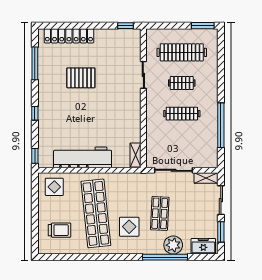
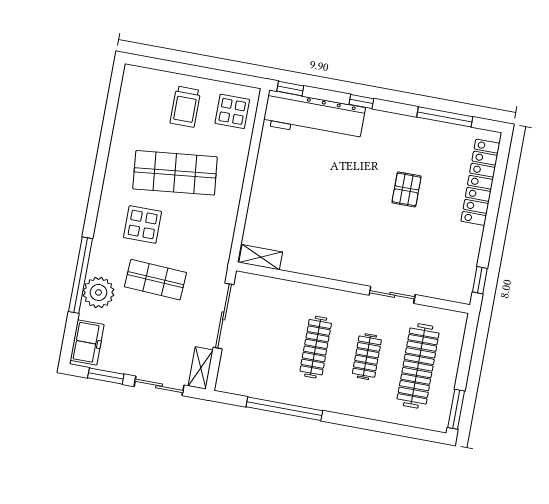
pallet: (81, 78) -> (407, 189), width x0.67, depth x0.71
workbench: (83, 157) -> (314, 116), moved, turned 90
shop shelf: (96, 213) -> (175, 173), width x0.71
trolley: (60, 230) -> (185, 107), moved

